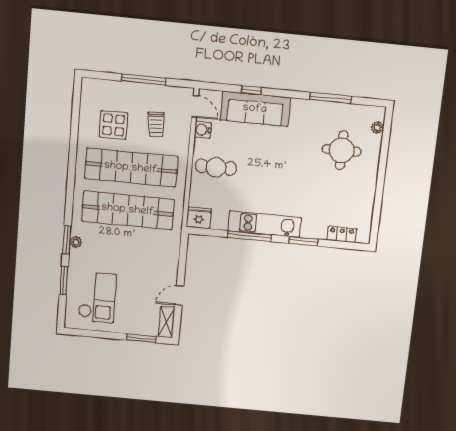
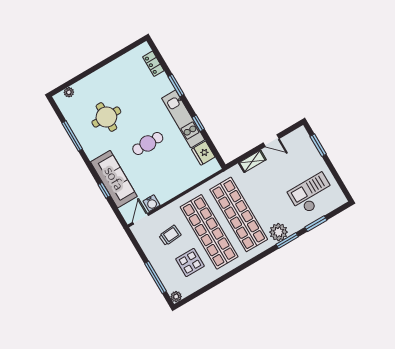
window: (144, 80) -> (155, 277), moved
plant: (88, 85) -> (176, 297), added
round table: (342, 150) -> (106, 117), moved
cafe table: (216, 167) -> (148, 143), moved, turned 90
fridge: (199, 218) -> (203, 153), moved
window: (249, 236) -> (198, 123), width x0.46
plant: (76, 242) -> (279, 232), width x1.87, depth x1.87
shelving: (167, 322) -> (252, 161), moved

